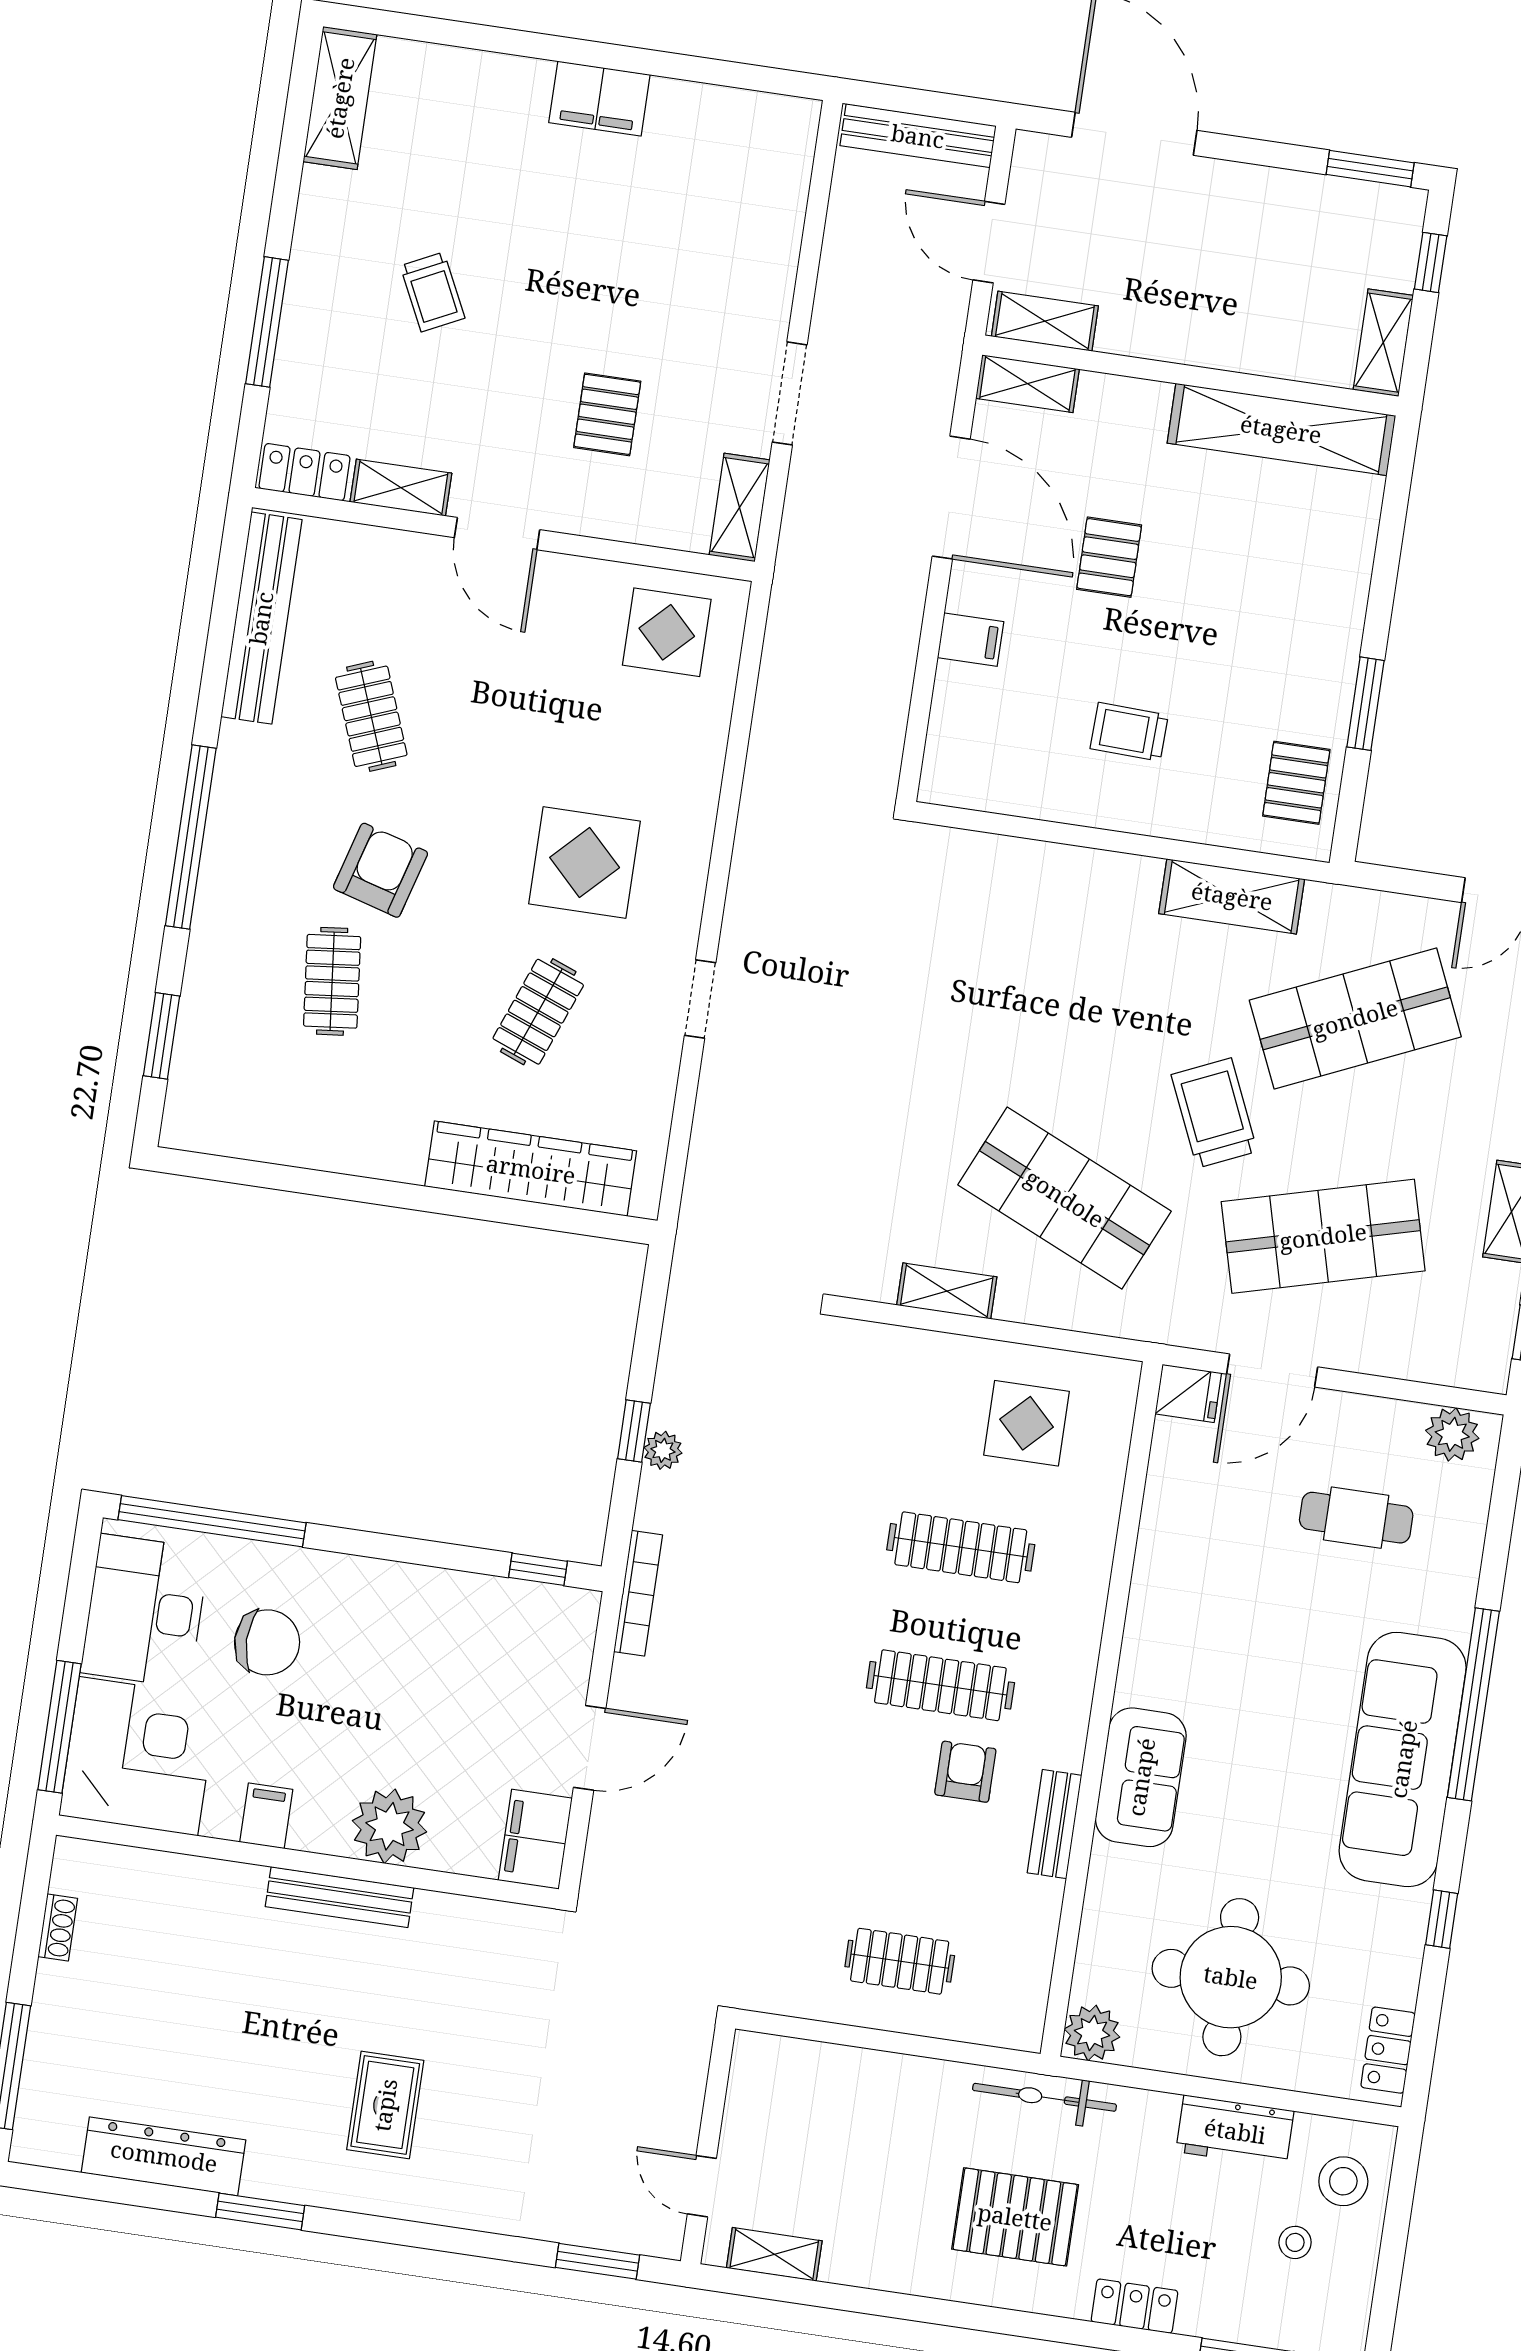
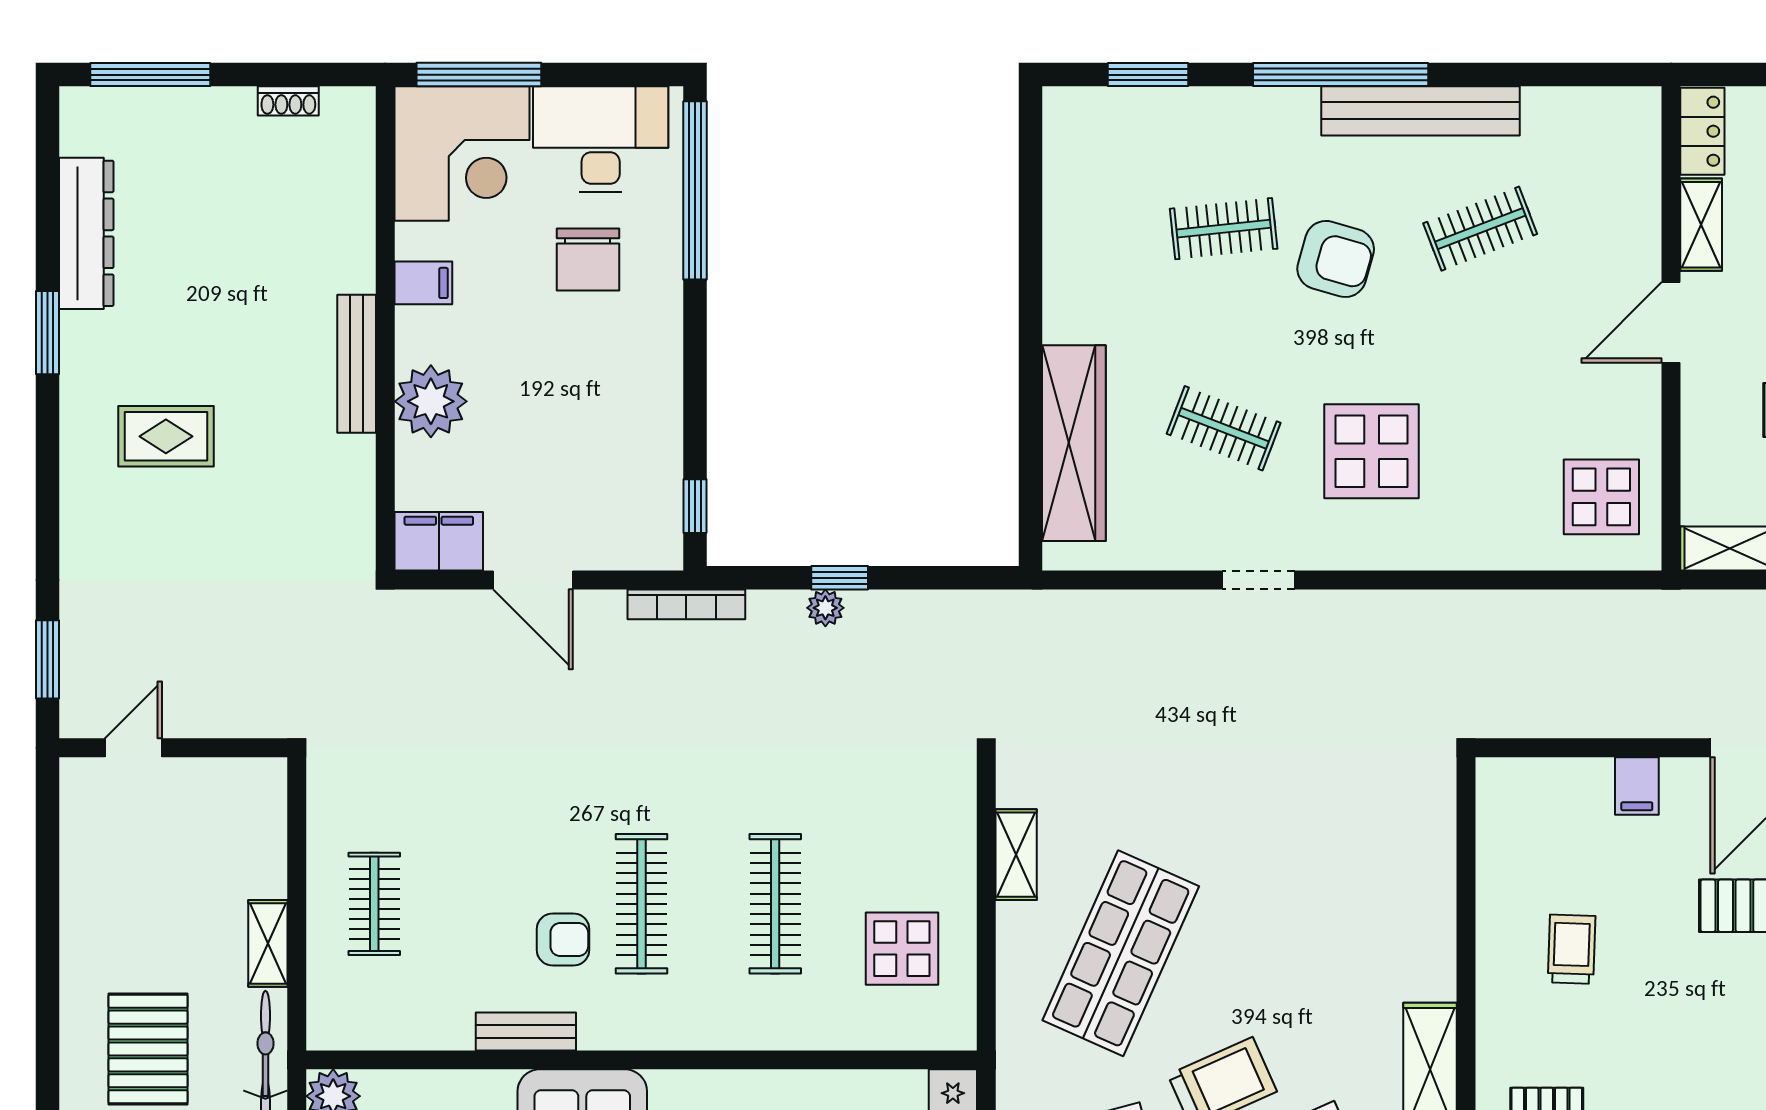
bench: (261, 618) -> (1420, 111), moved
shelving: (774, 2254) -> (268, 943), moved

